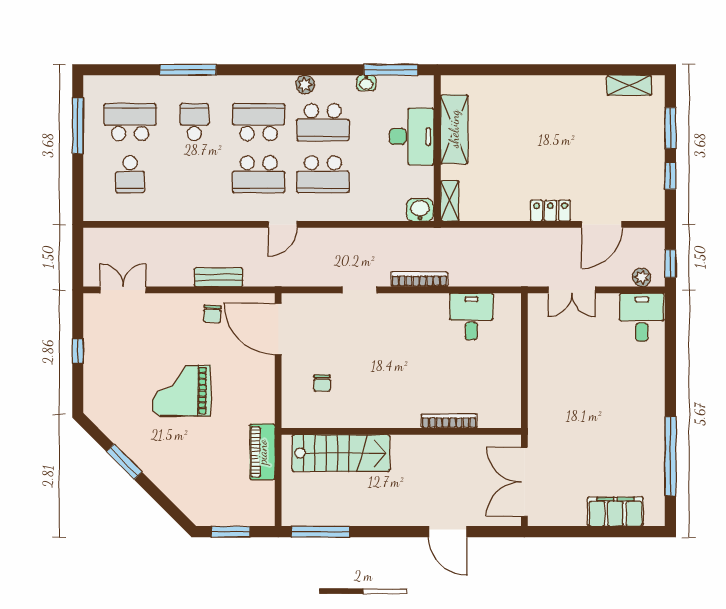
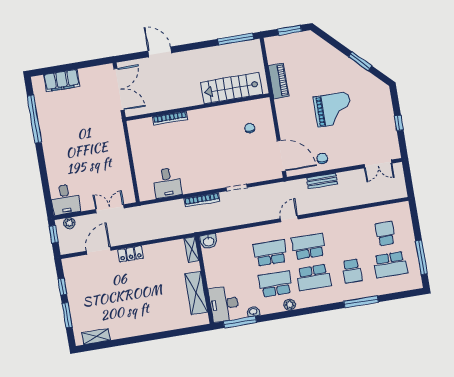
desk: (412, 136) -> (224, 304), moved

